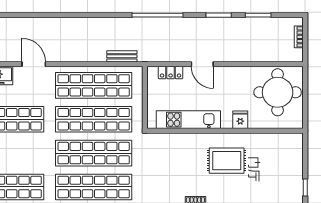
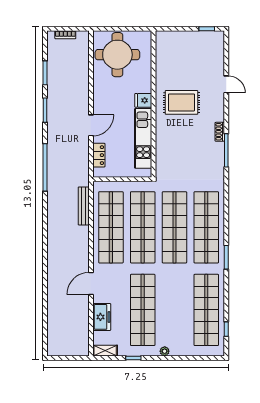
bench: (122, 56) -> (84, 206), width x1.36
fridge: (240, 120) -> (143, 100), moved
rug: (227, 161) -> (181, 102), turned 90

